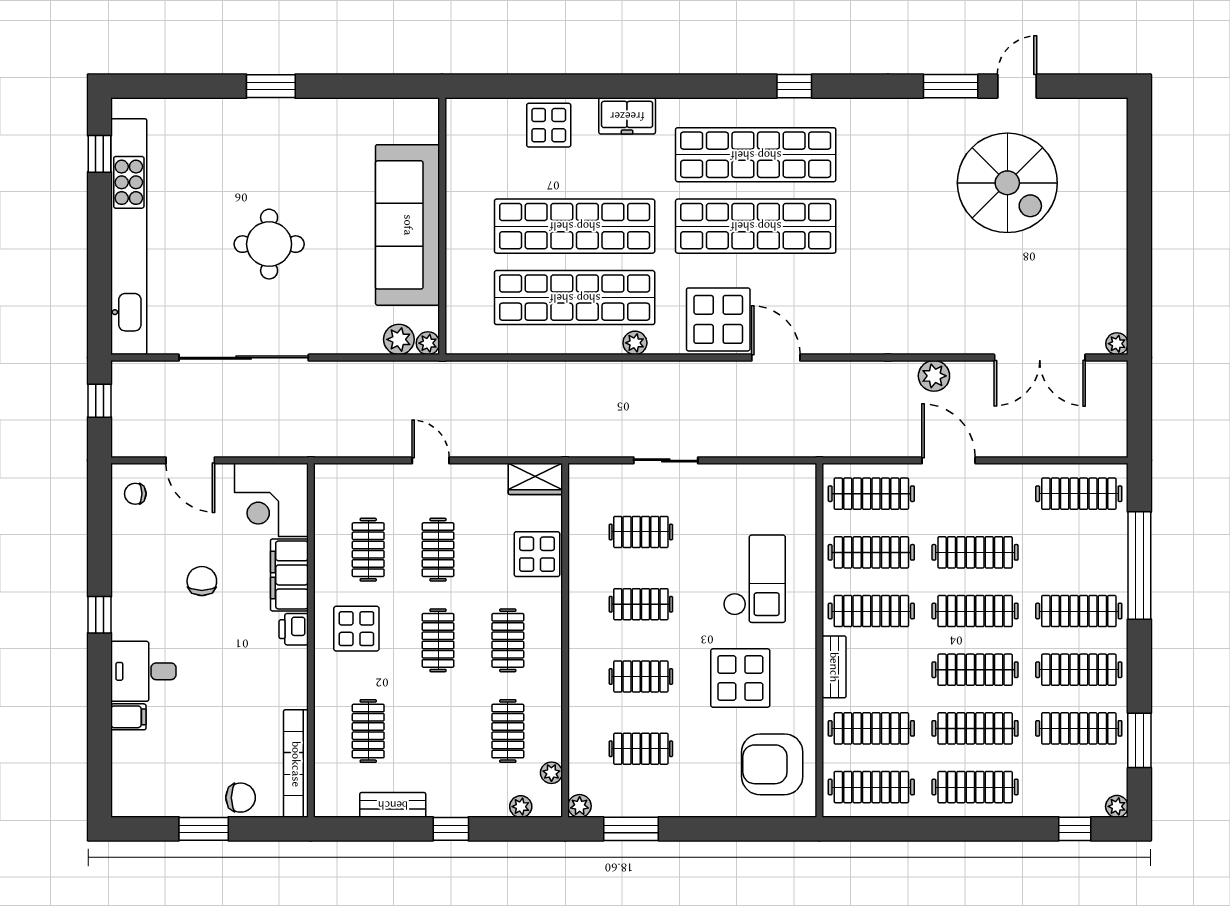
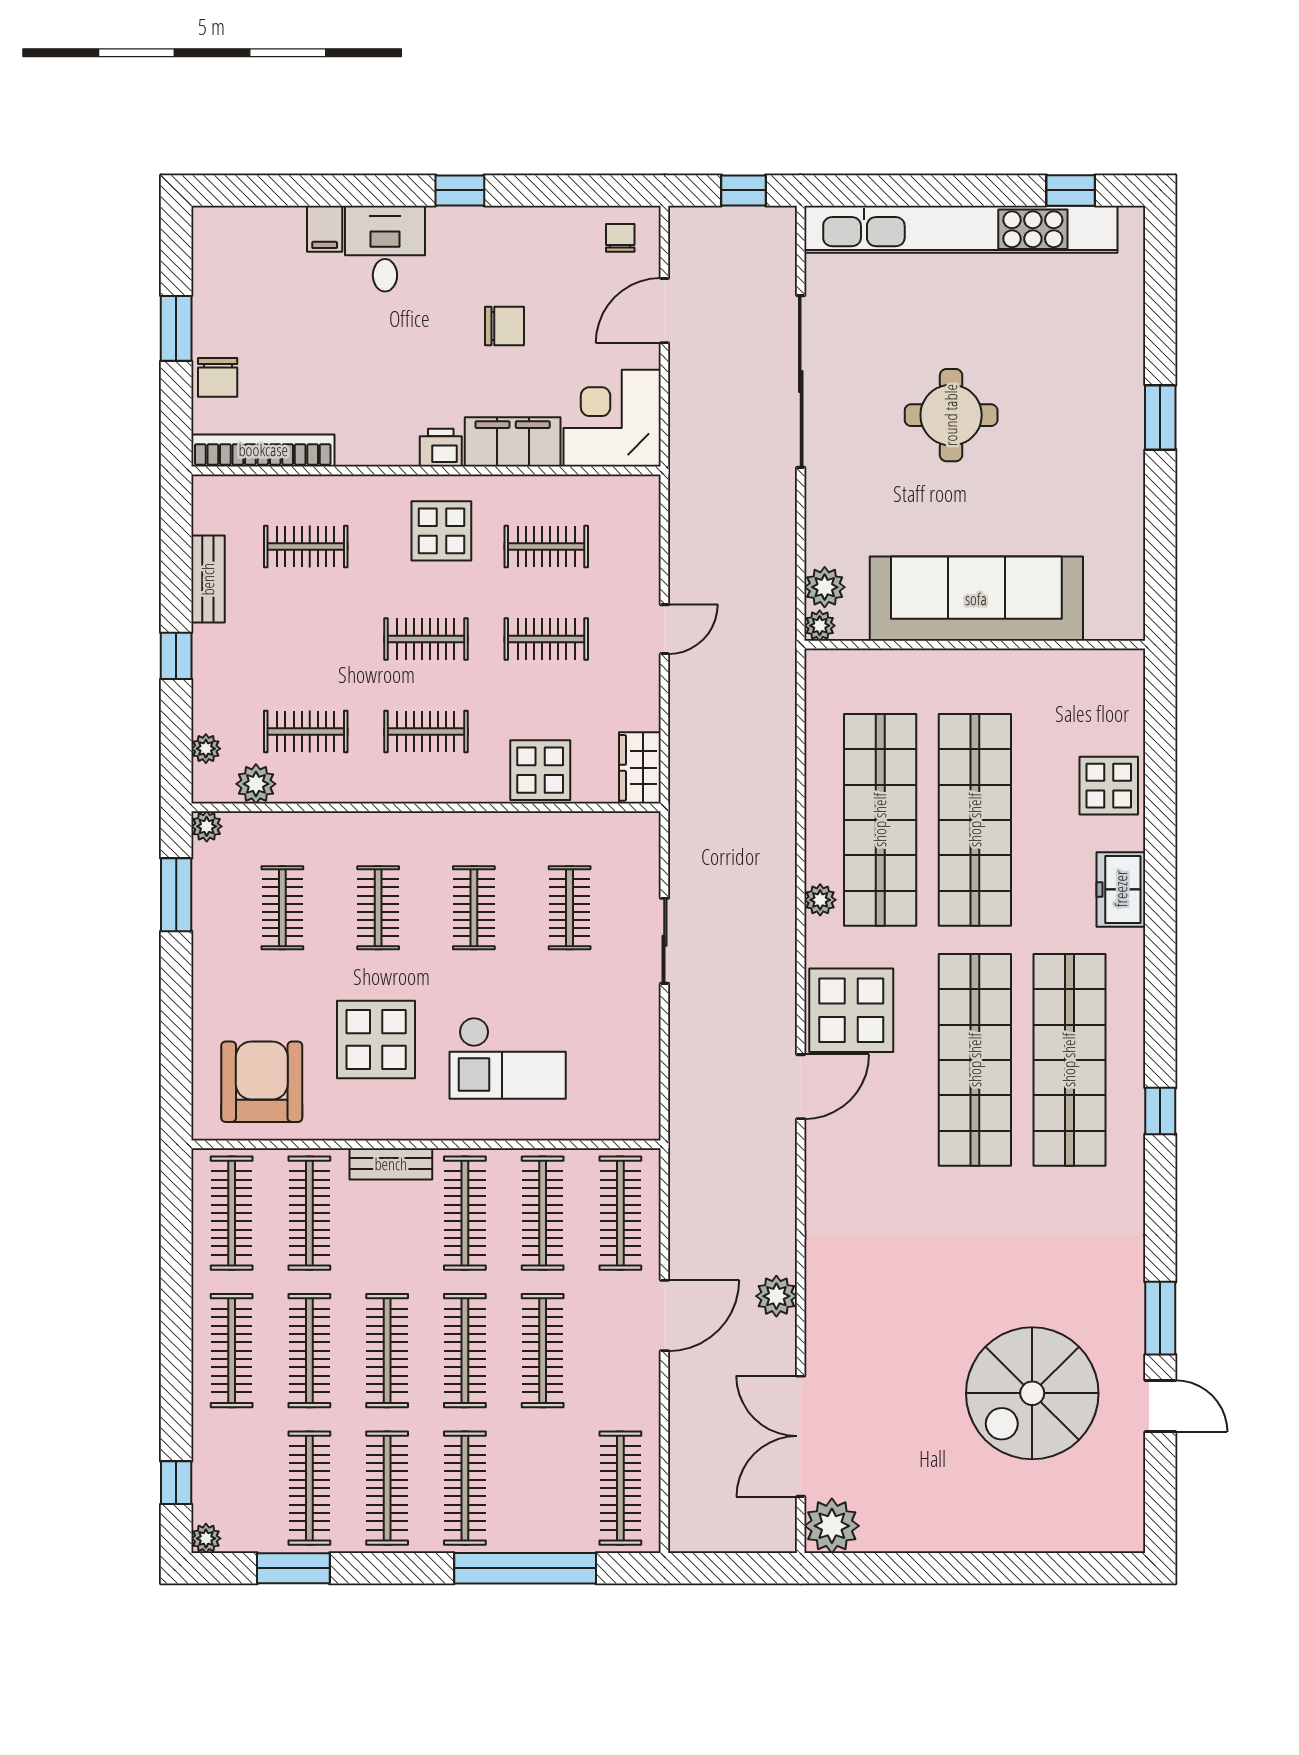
plant: (1117, 344) -> (832, 1526), width x1.88, depth x1.88
plant: (551, 773) -> (256, 784), width x1.38, depth x1.38

